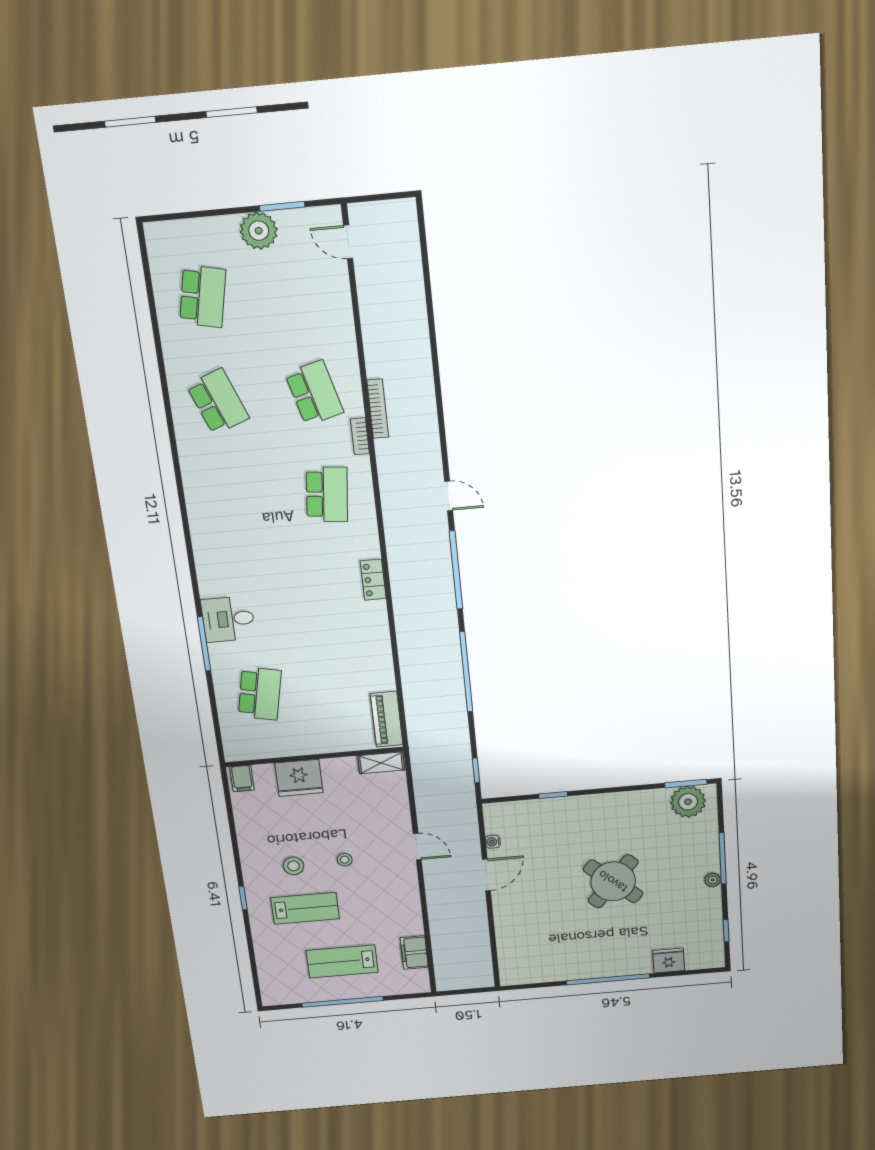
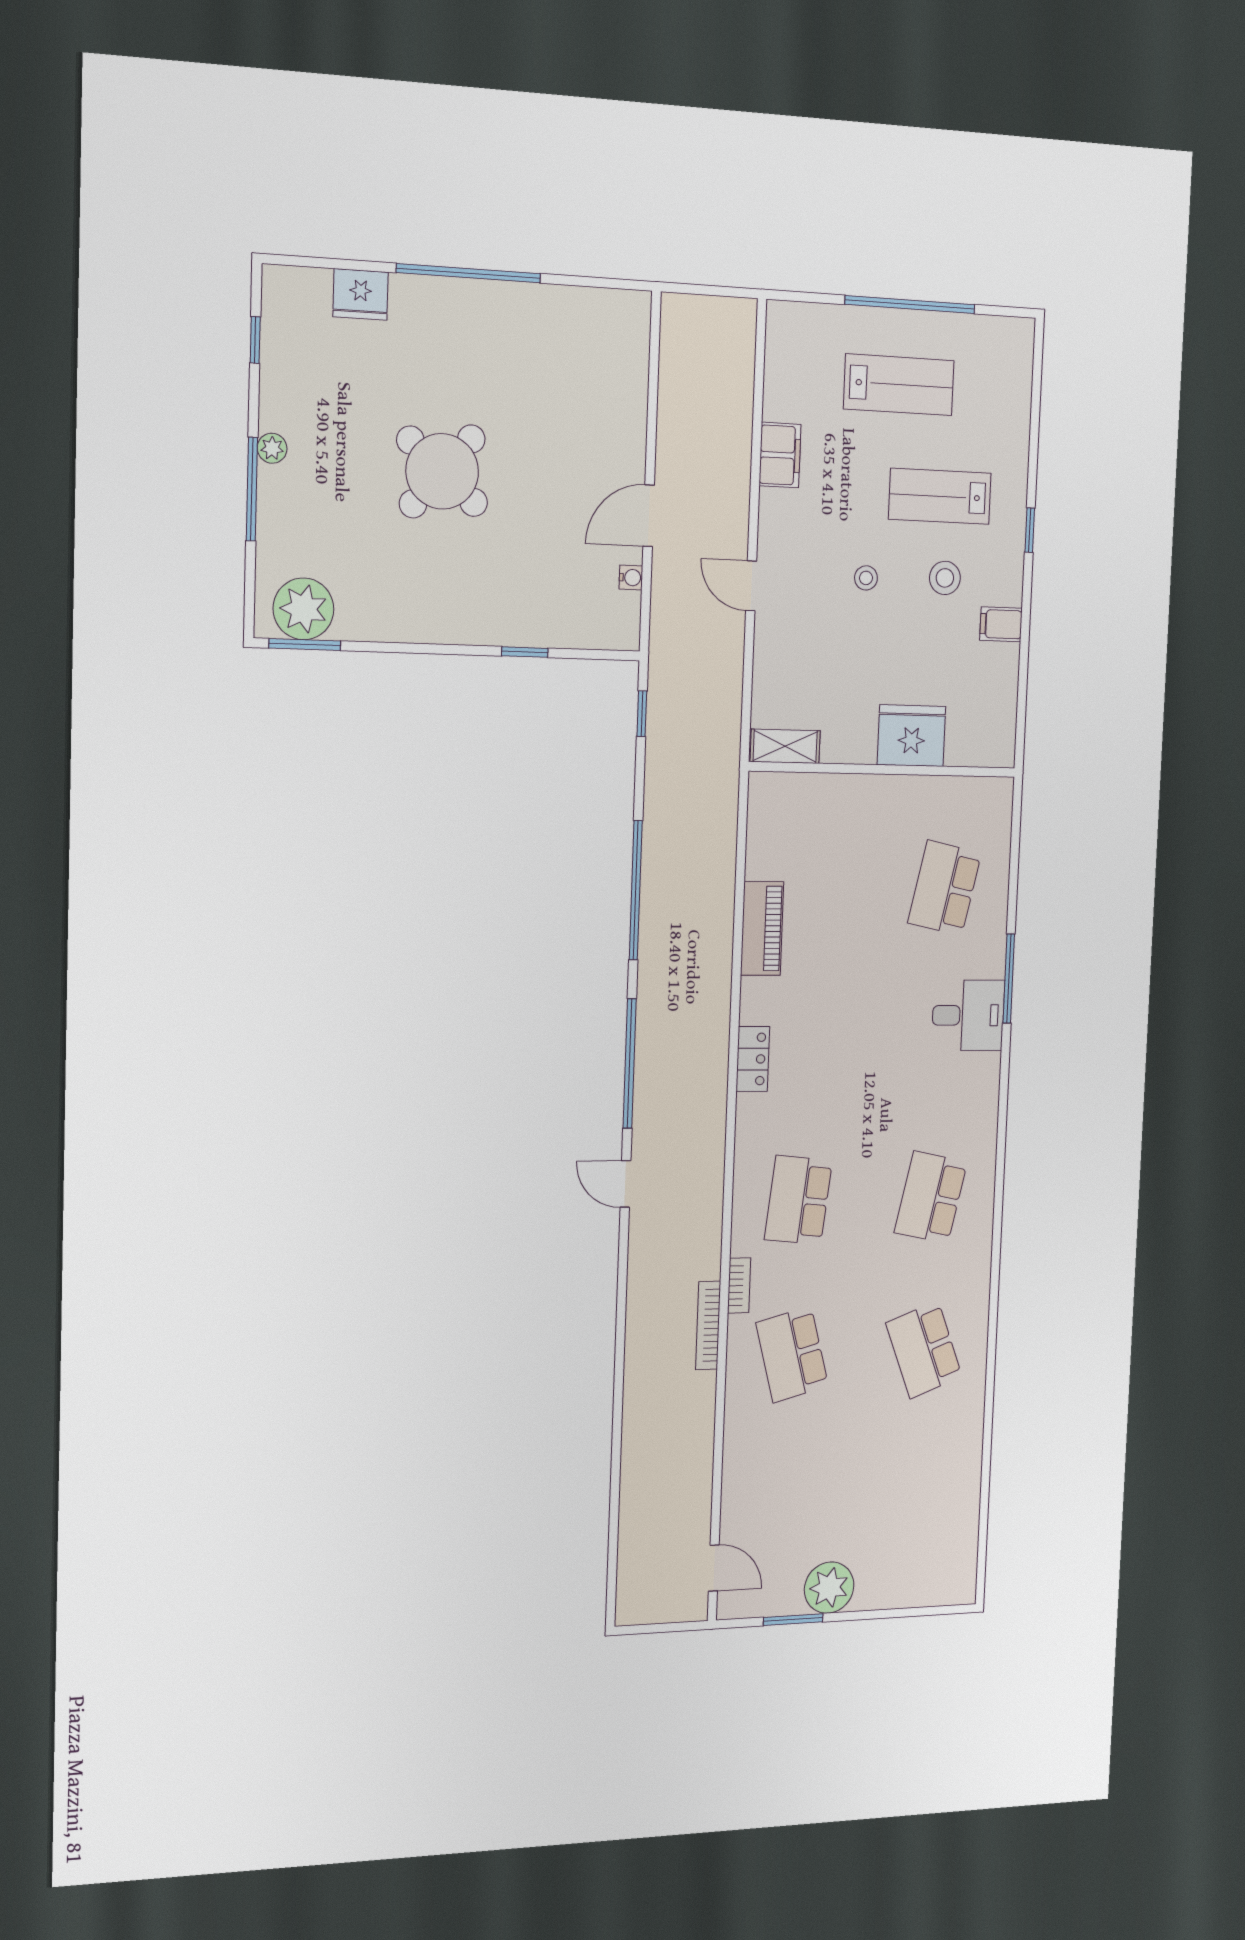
school desk: (203, 296) -> (931, 1197), moved
piano: (387, 719) -> (762, 928), moved
filing cabinet: (242, 778) -> (1001, 624), moved, turned -90
filing cabinet: (414, 953) -> (780, 455), moved

